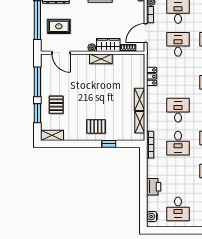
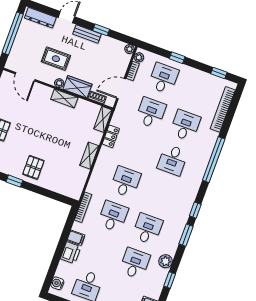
rug: (59, 26) -> (56, 59), moved
shelving: (140, 122) -> (103, 119), moved
pallet: (96, 126) -> (33, 167), turned 90
desk: (178, 143) -> (113, 216), turned 180
window: (109, 144) -> (14, 181), moved
filing cabinet: (154, 172) -> (76, 238), added

